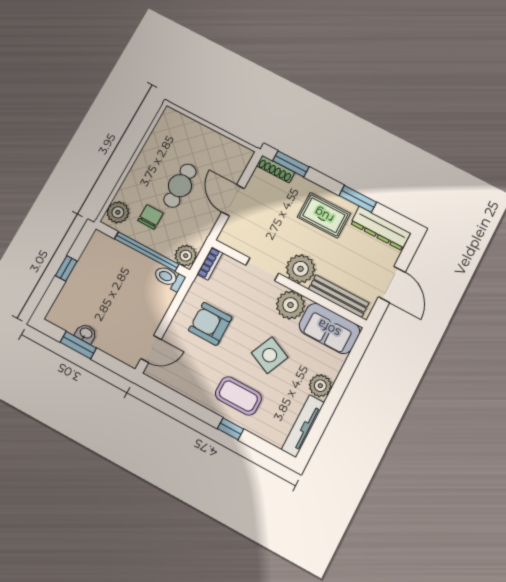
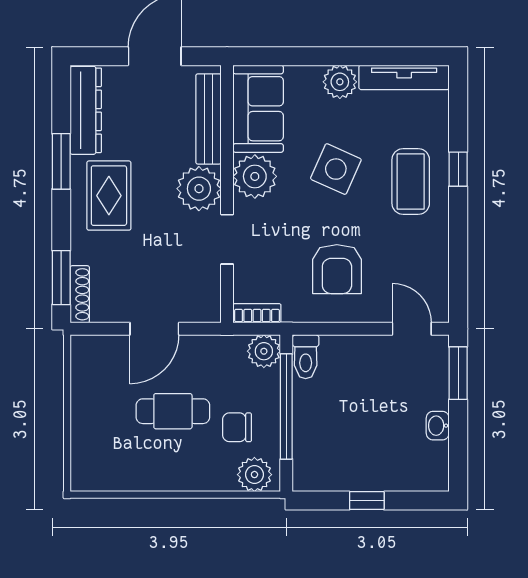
window: (78, 345) -> (458, 373), moved

